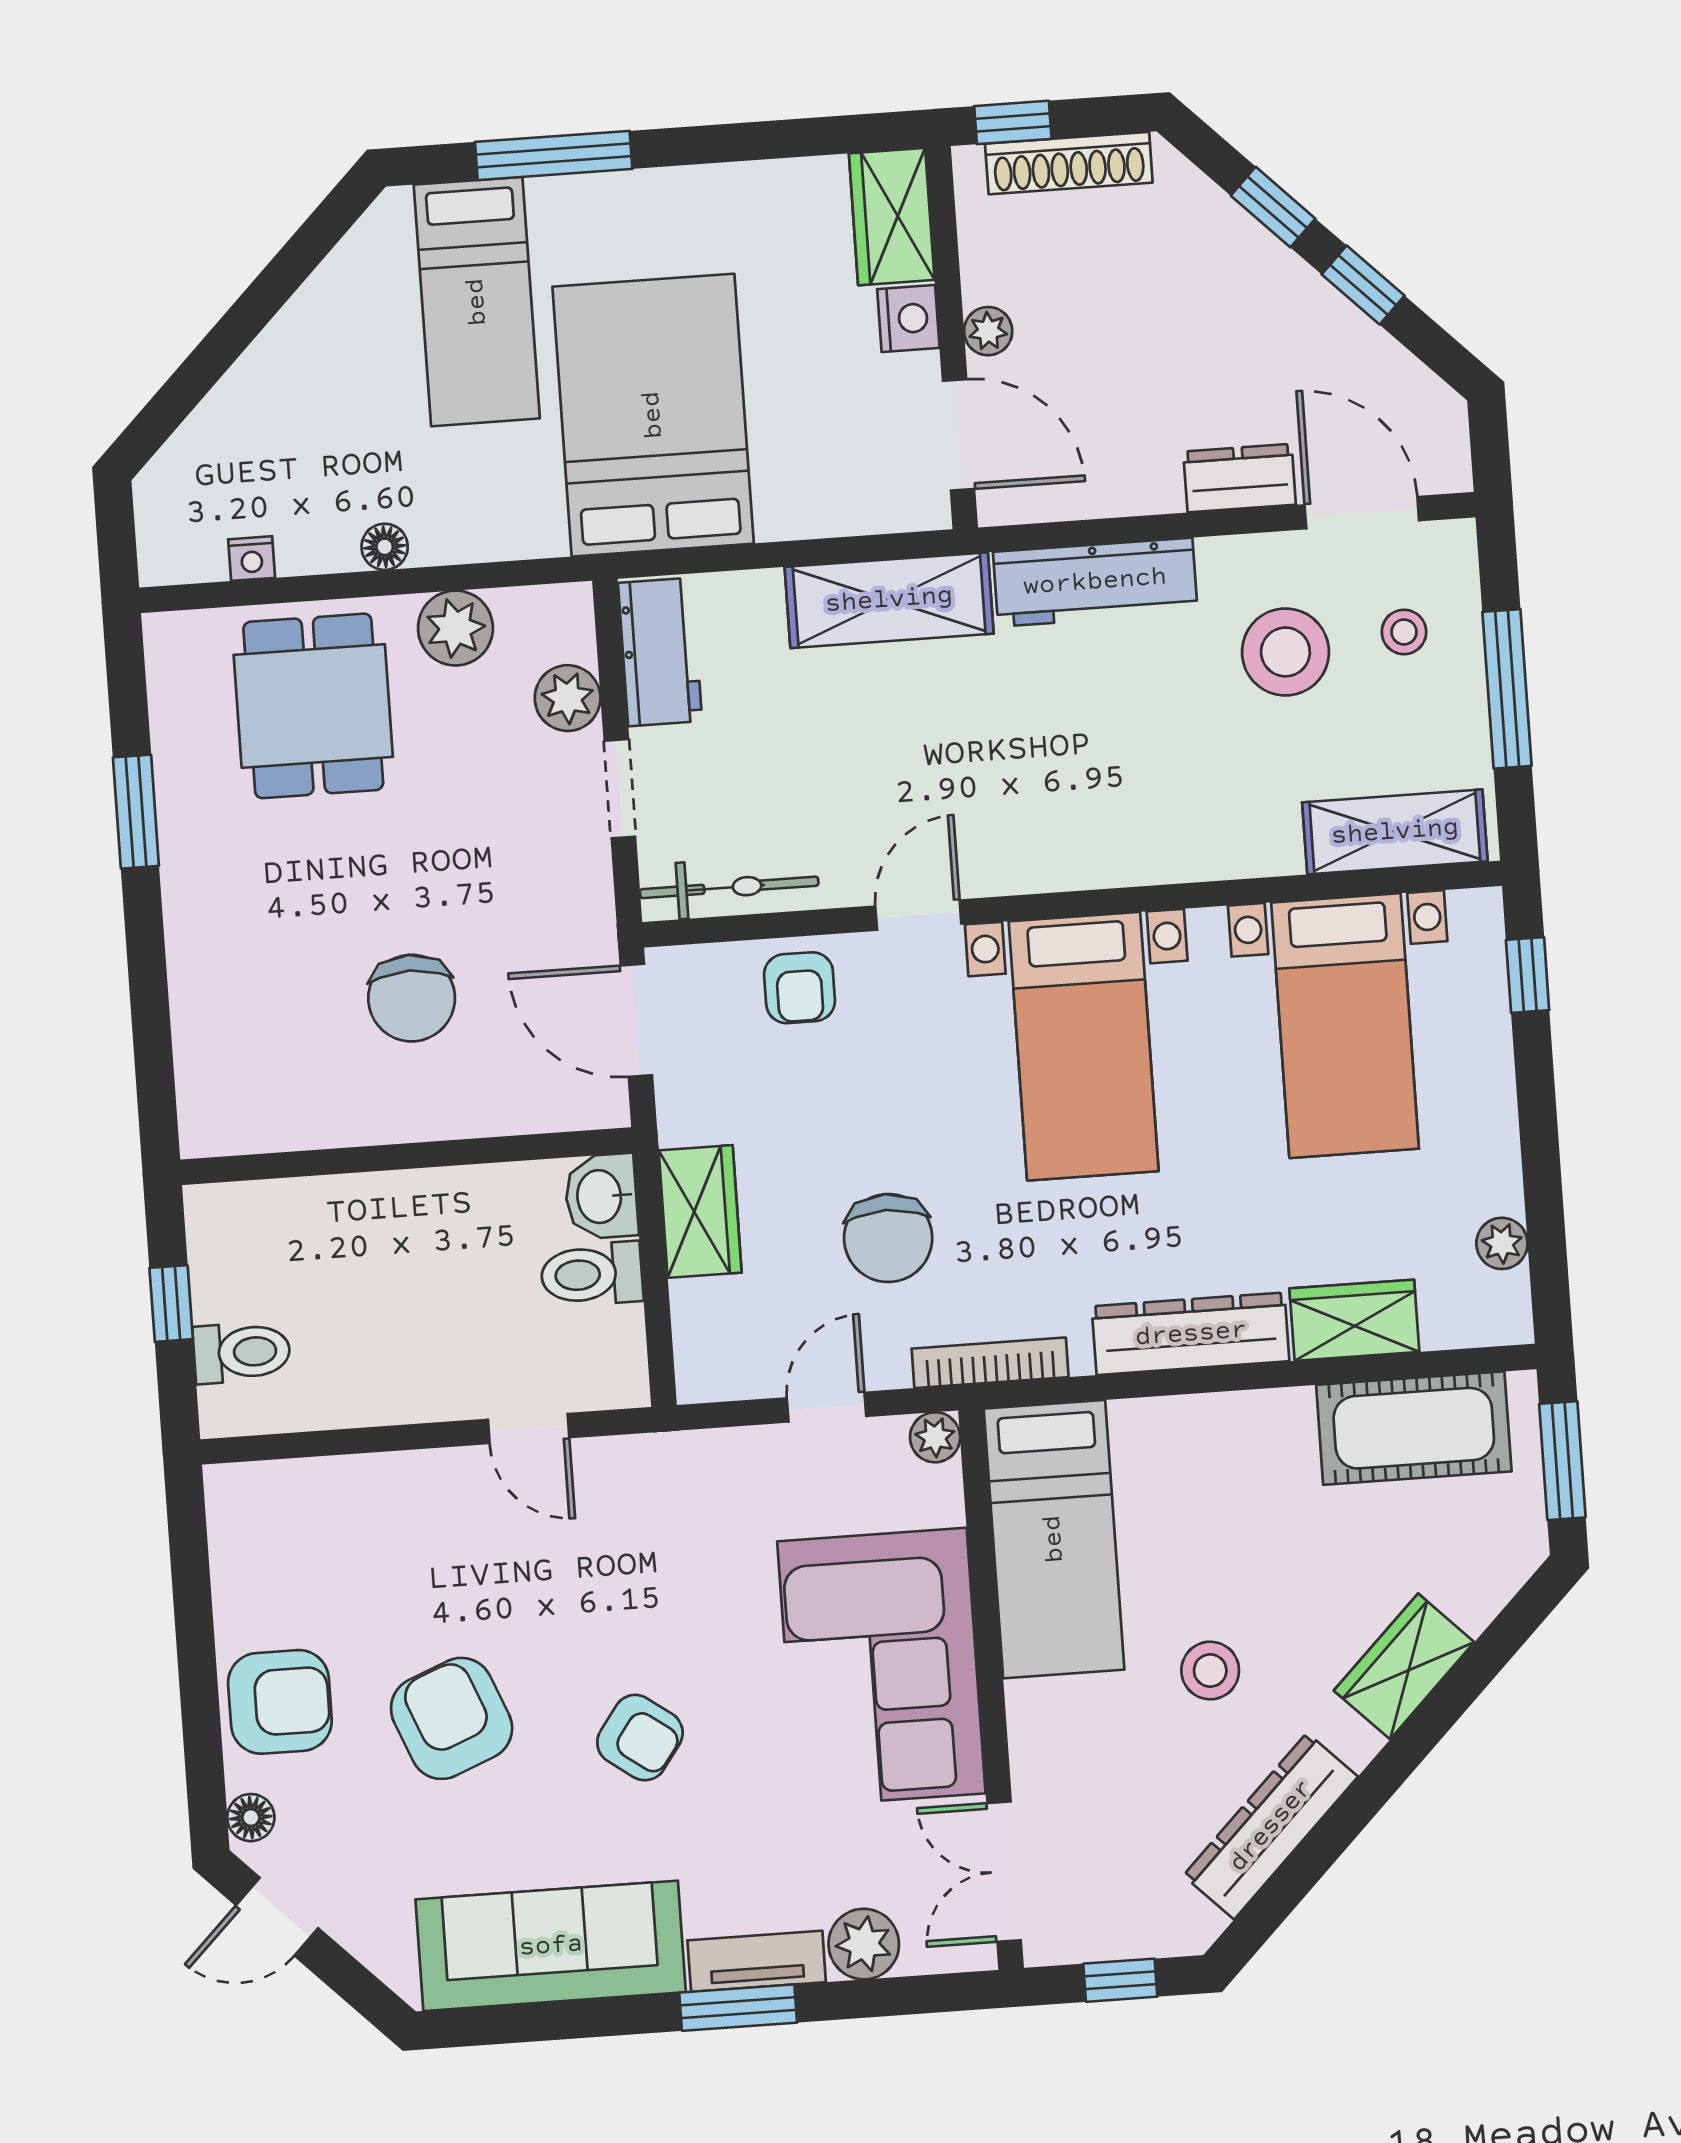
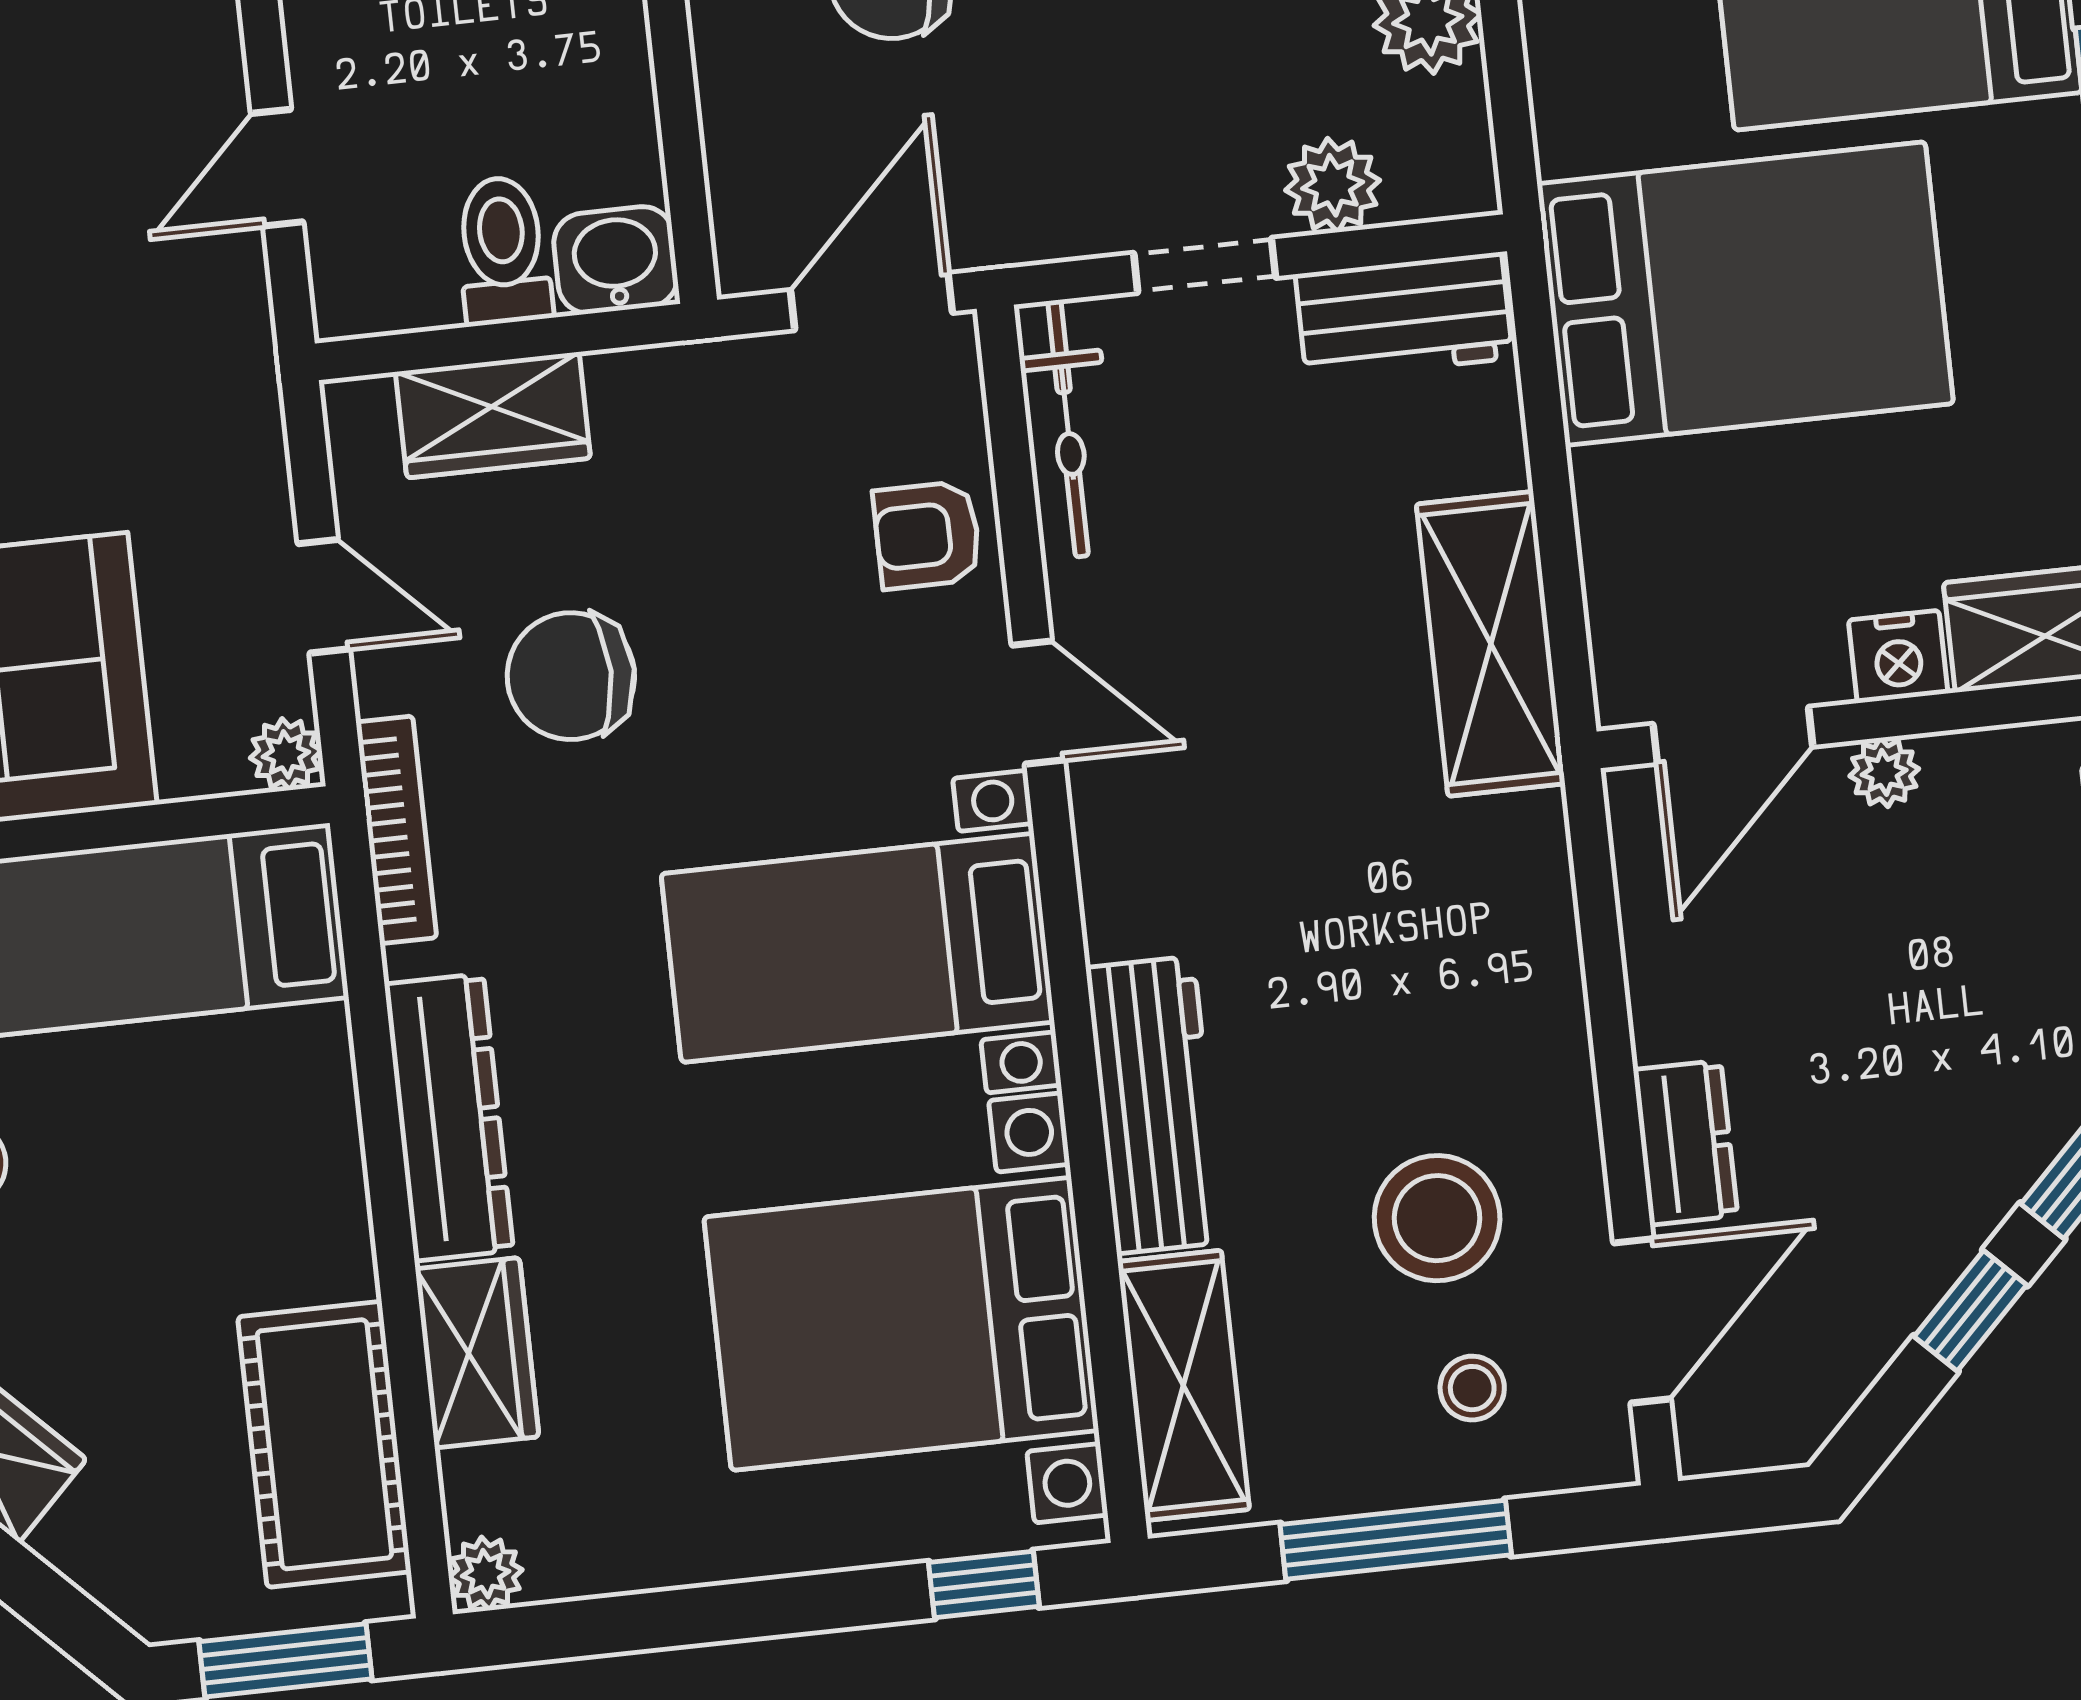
workbench: (1095, 582) -> (1155, 1105), moved, turned 180
bed with nightstands: (1345, 1026) -> (901, 1324), width x1.36
wardrobe: (700, 1212) -> (493, 415), moved
plant: (1502, 1243) -> (486, 1574), moved

